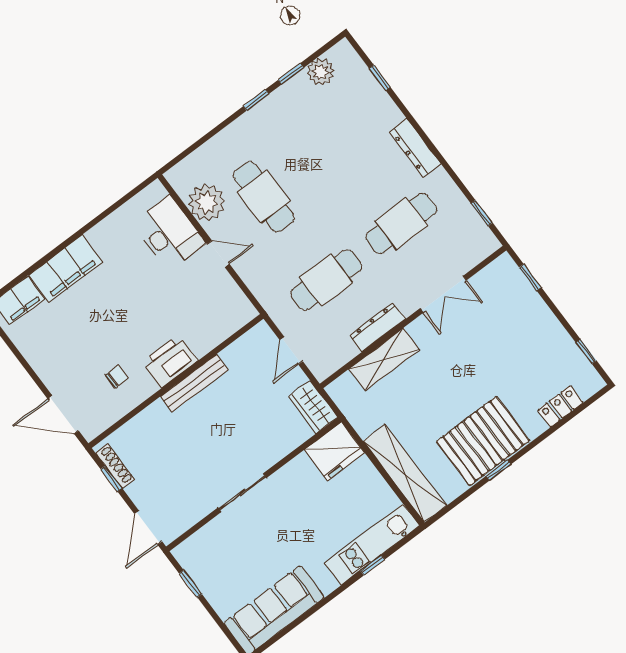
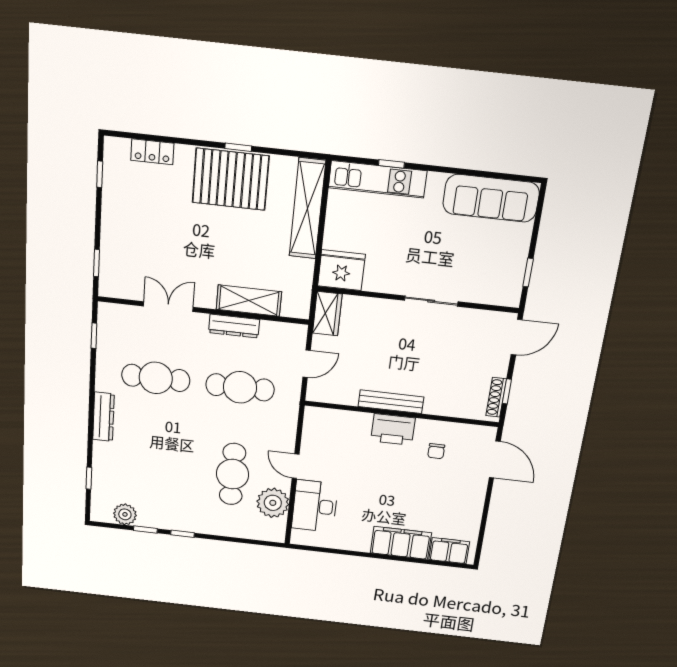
chair: (117, 376) -> (436, 451), turned -90

